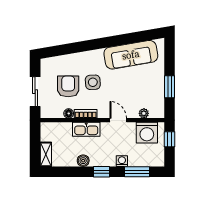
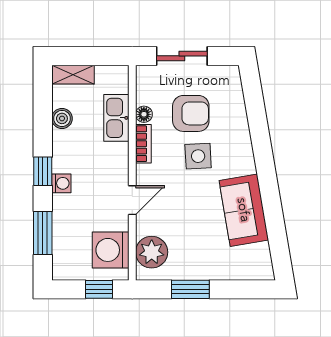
sofa: (131, 55) -> (244, 210), width x0.73
plant: (144, 113) -> (152, 252), width x1.88, depth x1.88
kitchen sink: (86, 129) -> (116, 118), moved
boiler: (83, 161) -> (62, 118), moved
washing machine: (122, 161) -> (61, 183), moved

